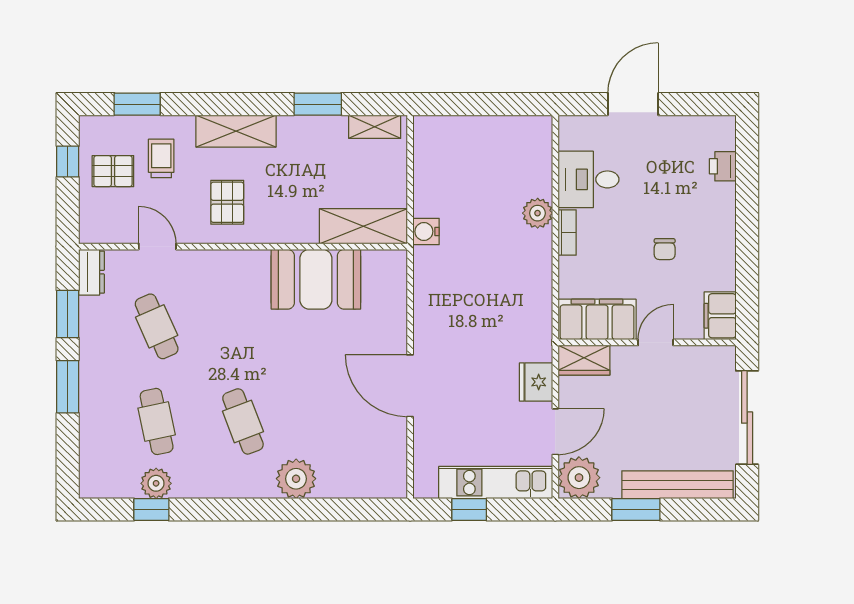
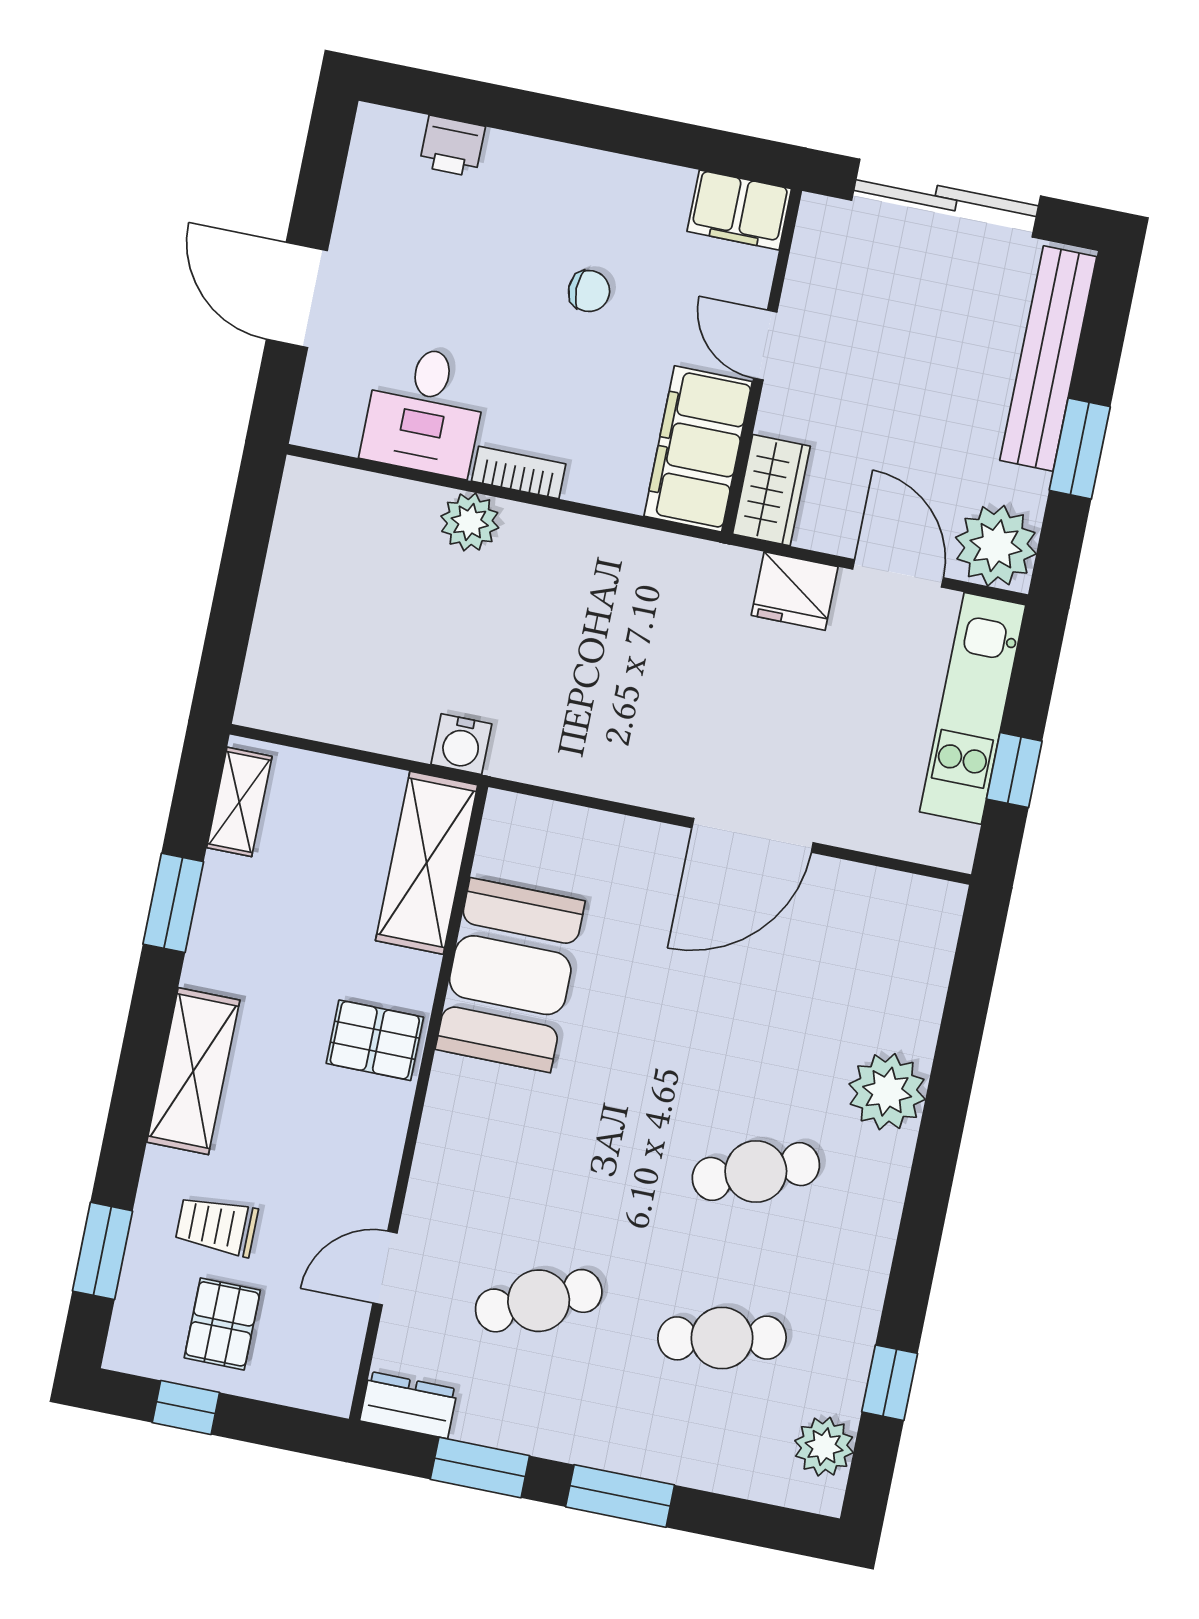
pallet: (227, 202) -> (375, 1040), moved
plant: (156, 483) -> (824, 1447), moved

